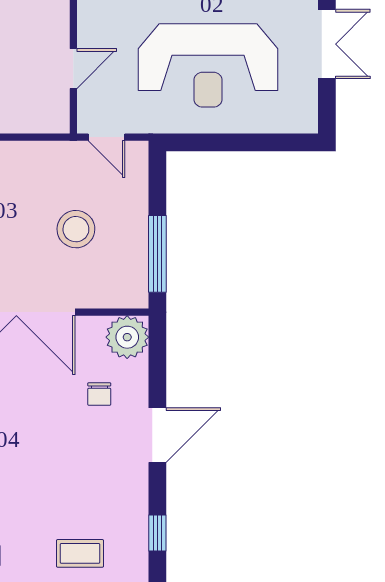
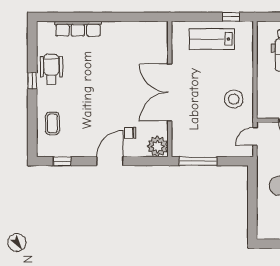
stool: (76, 229) -> (234, 99), moved
door: (157, 435) -> (110, 161), swing flipped

